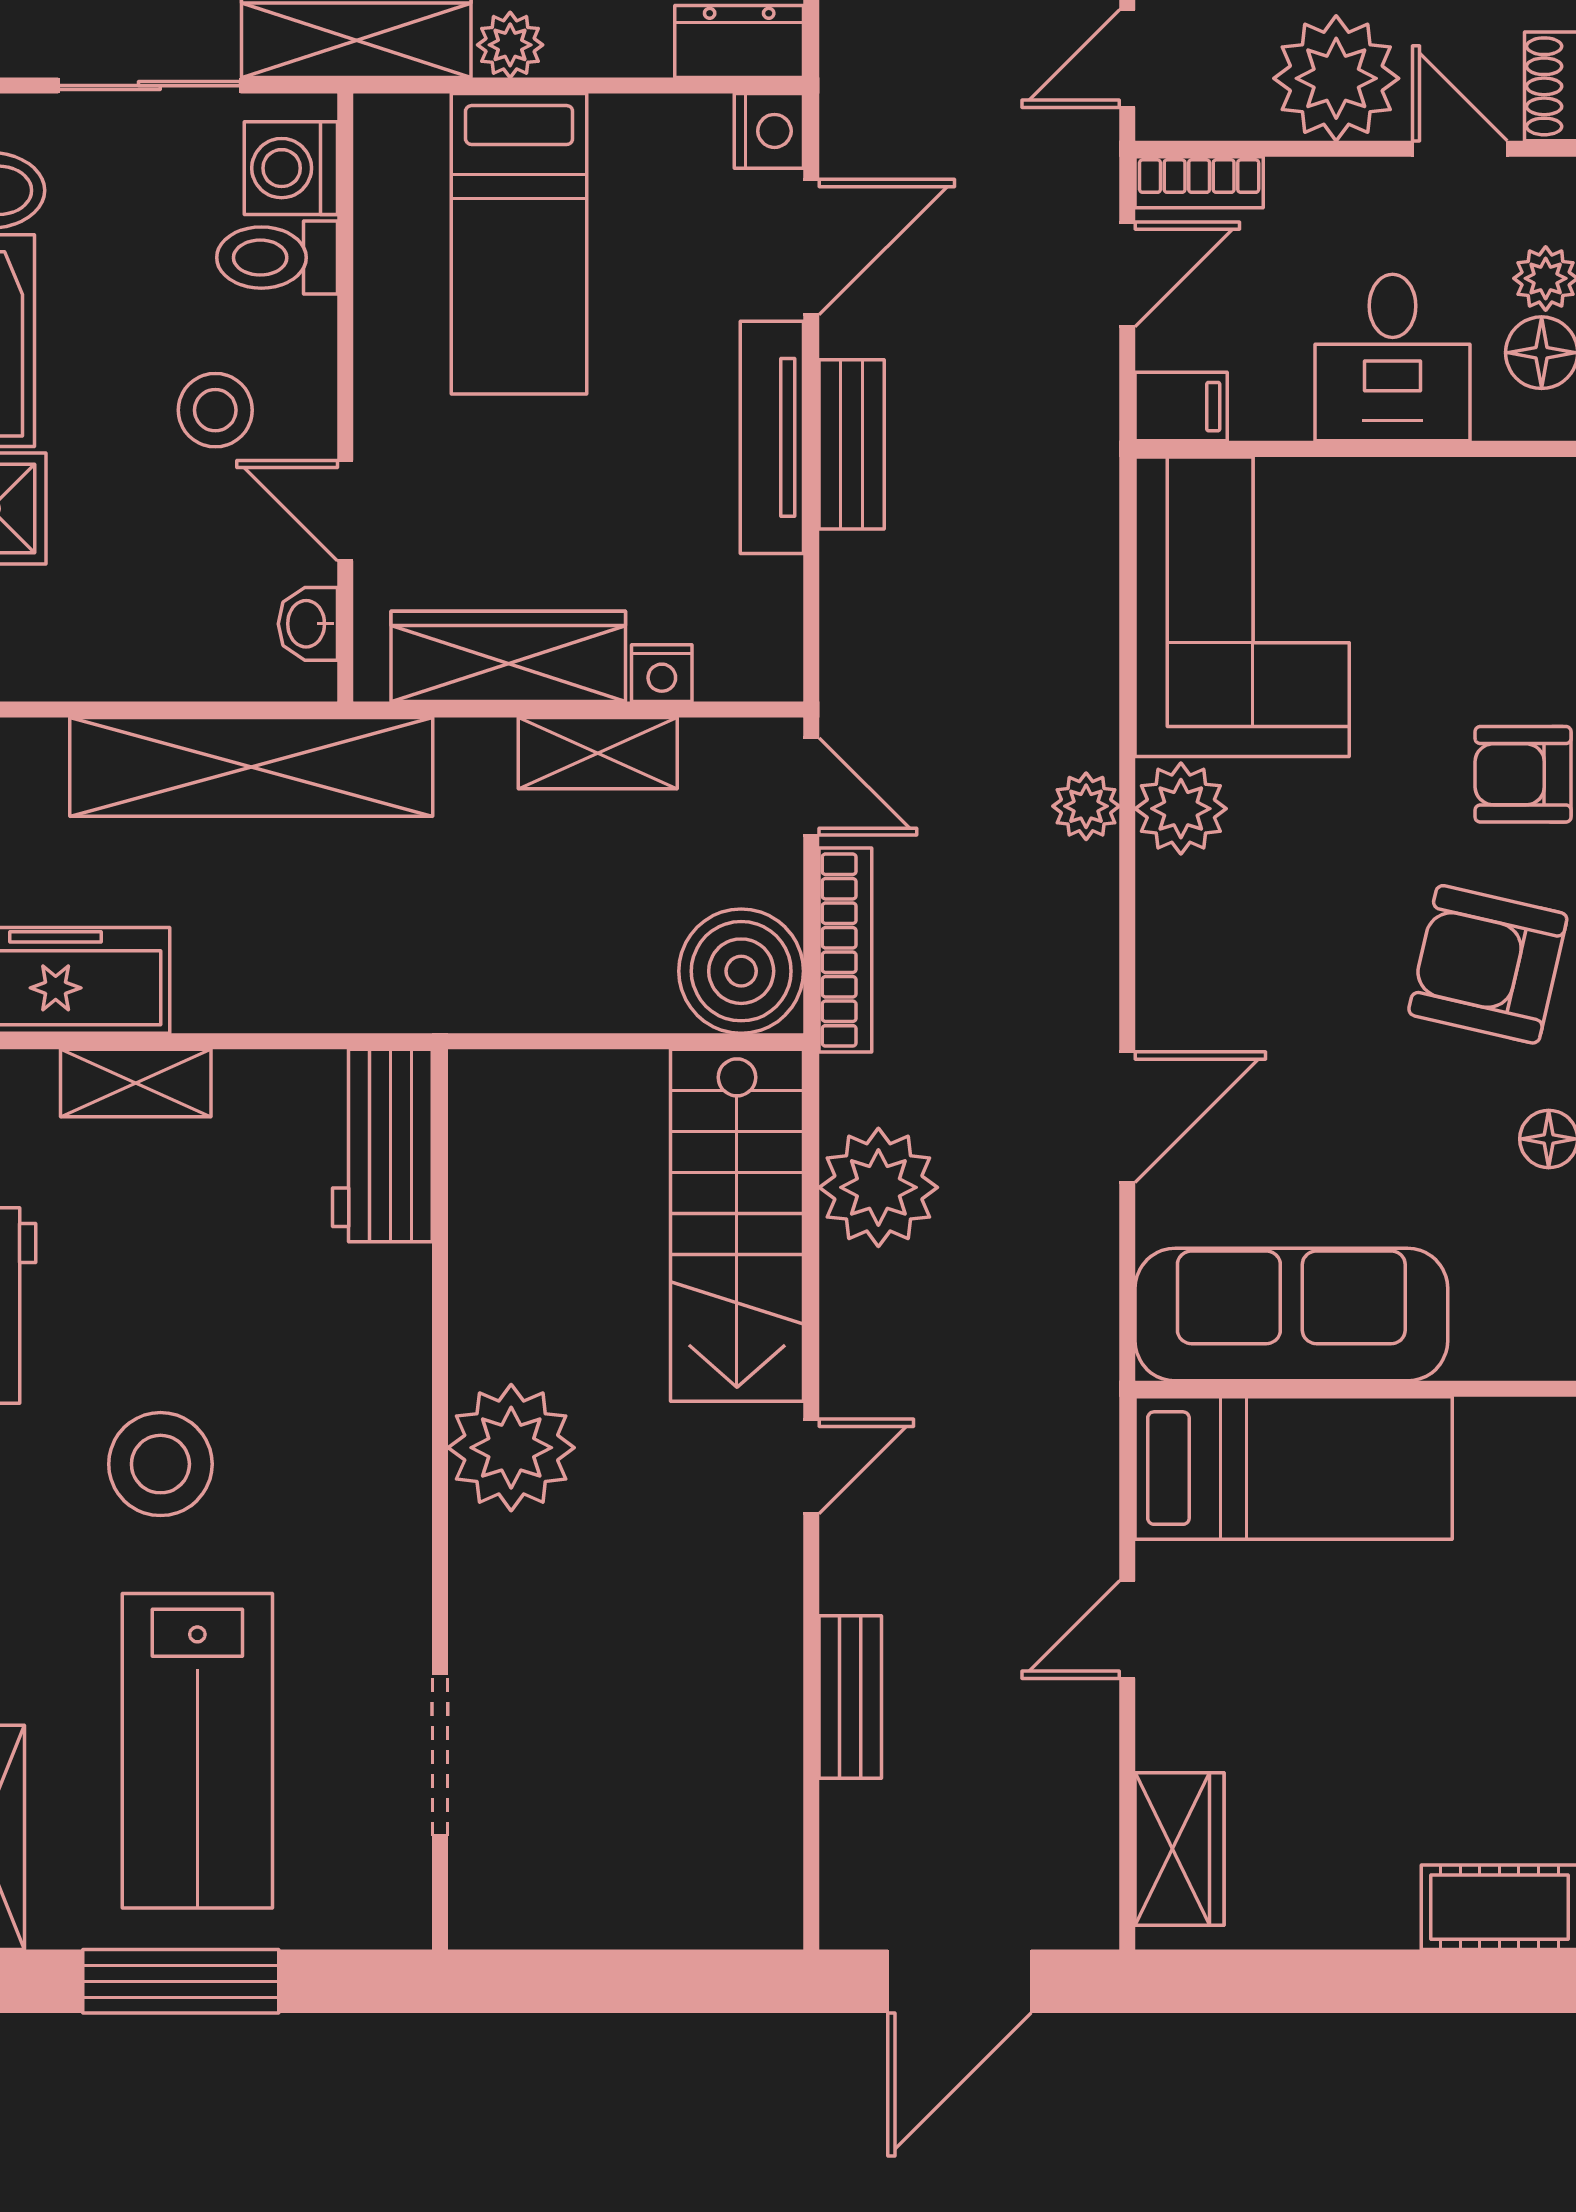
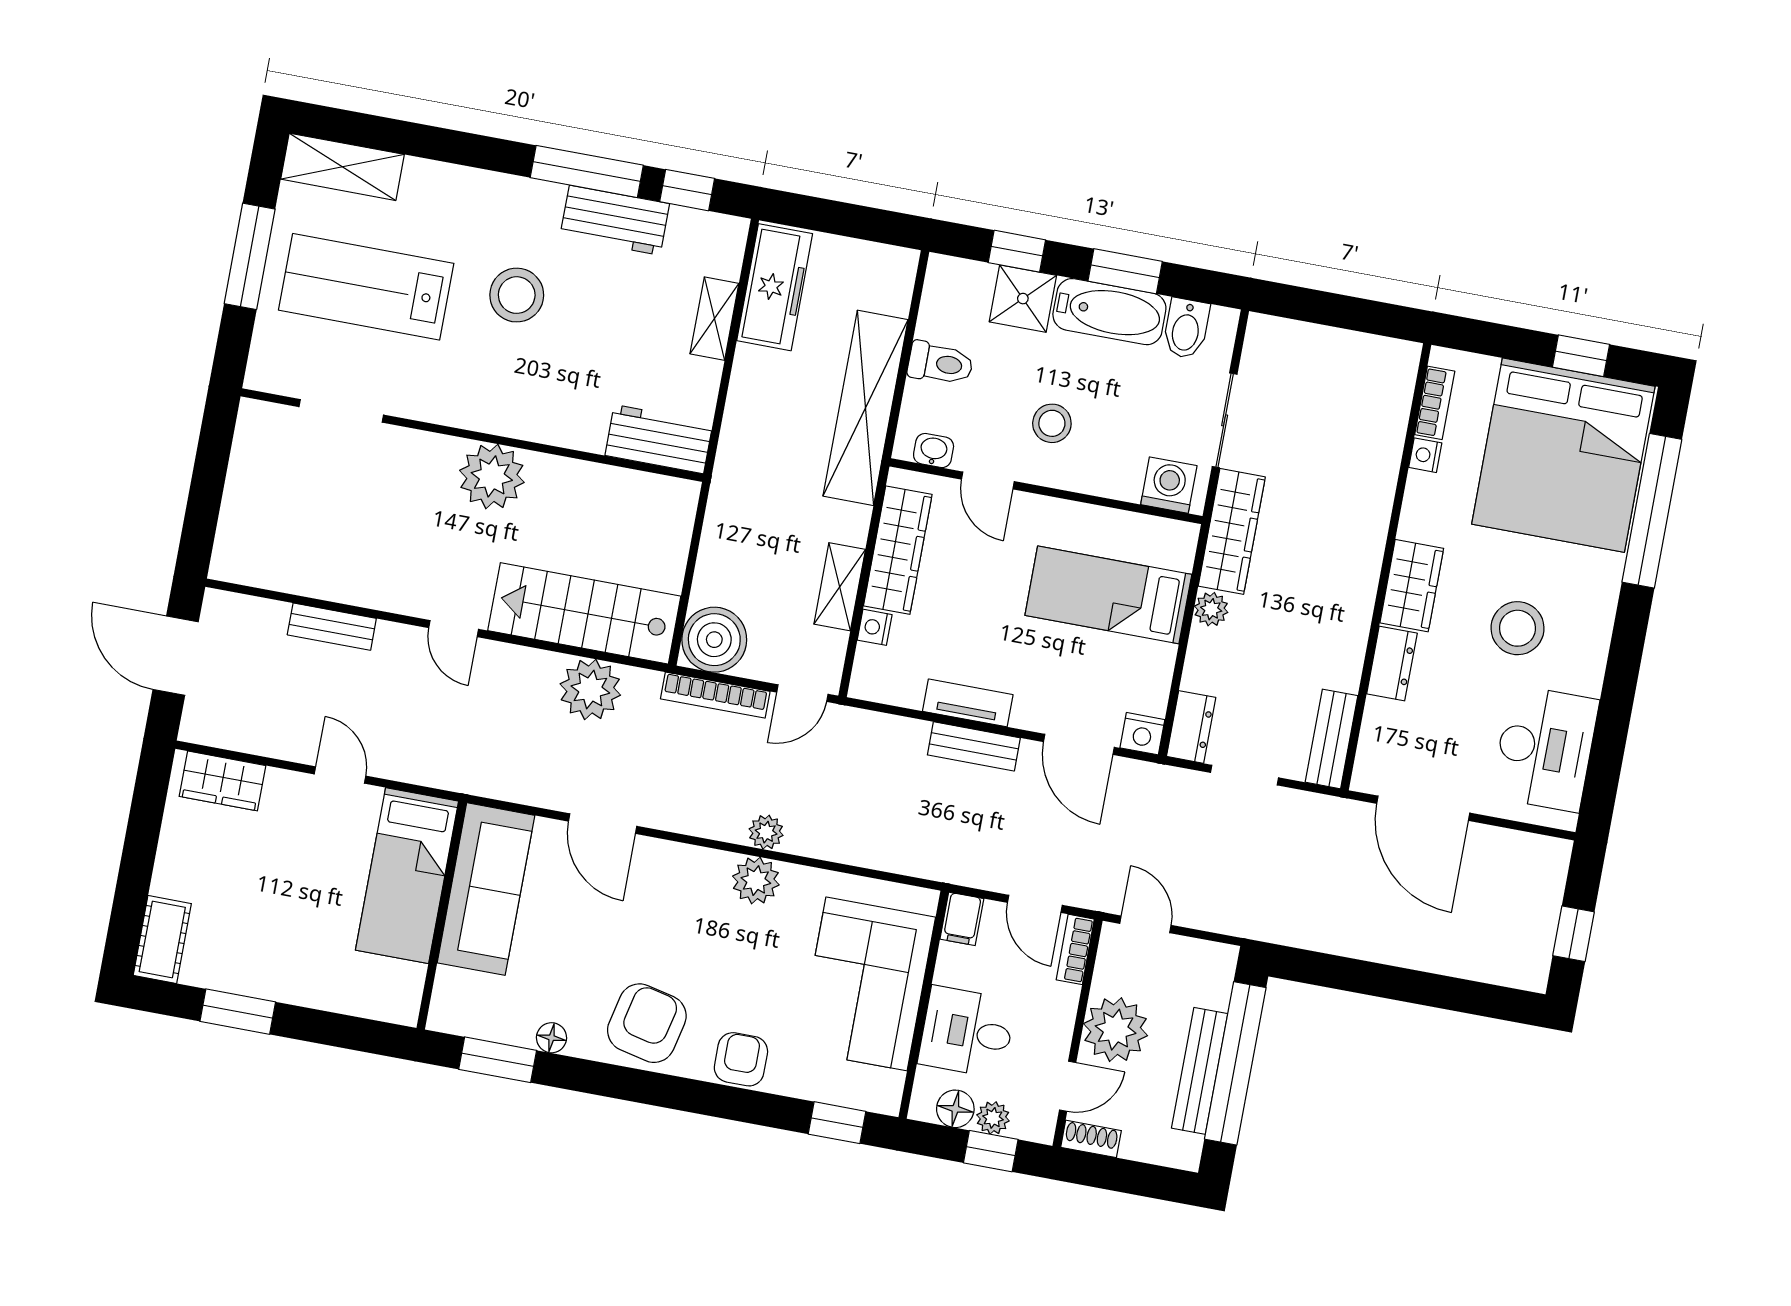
toilet: (277, 258) -> (940, 363), moved, turned 90
tv unit: (772, 437) -> (968, 703), width x0.71
door: (345, 511) -> (988, 480), swing flipped
corner sofa: (1242, 607) -> (867, 984), moved, turned 90

